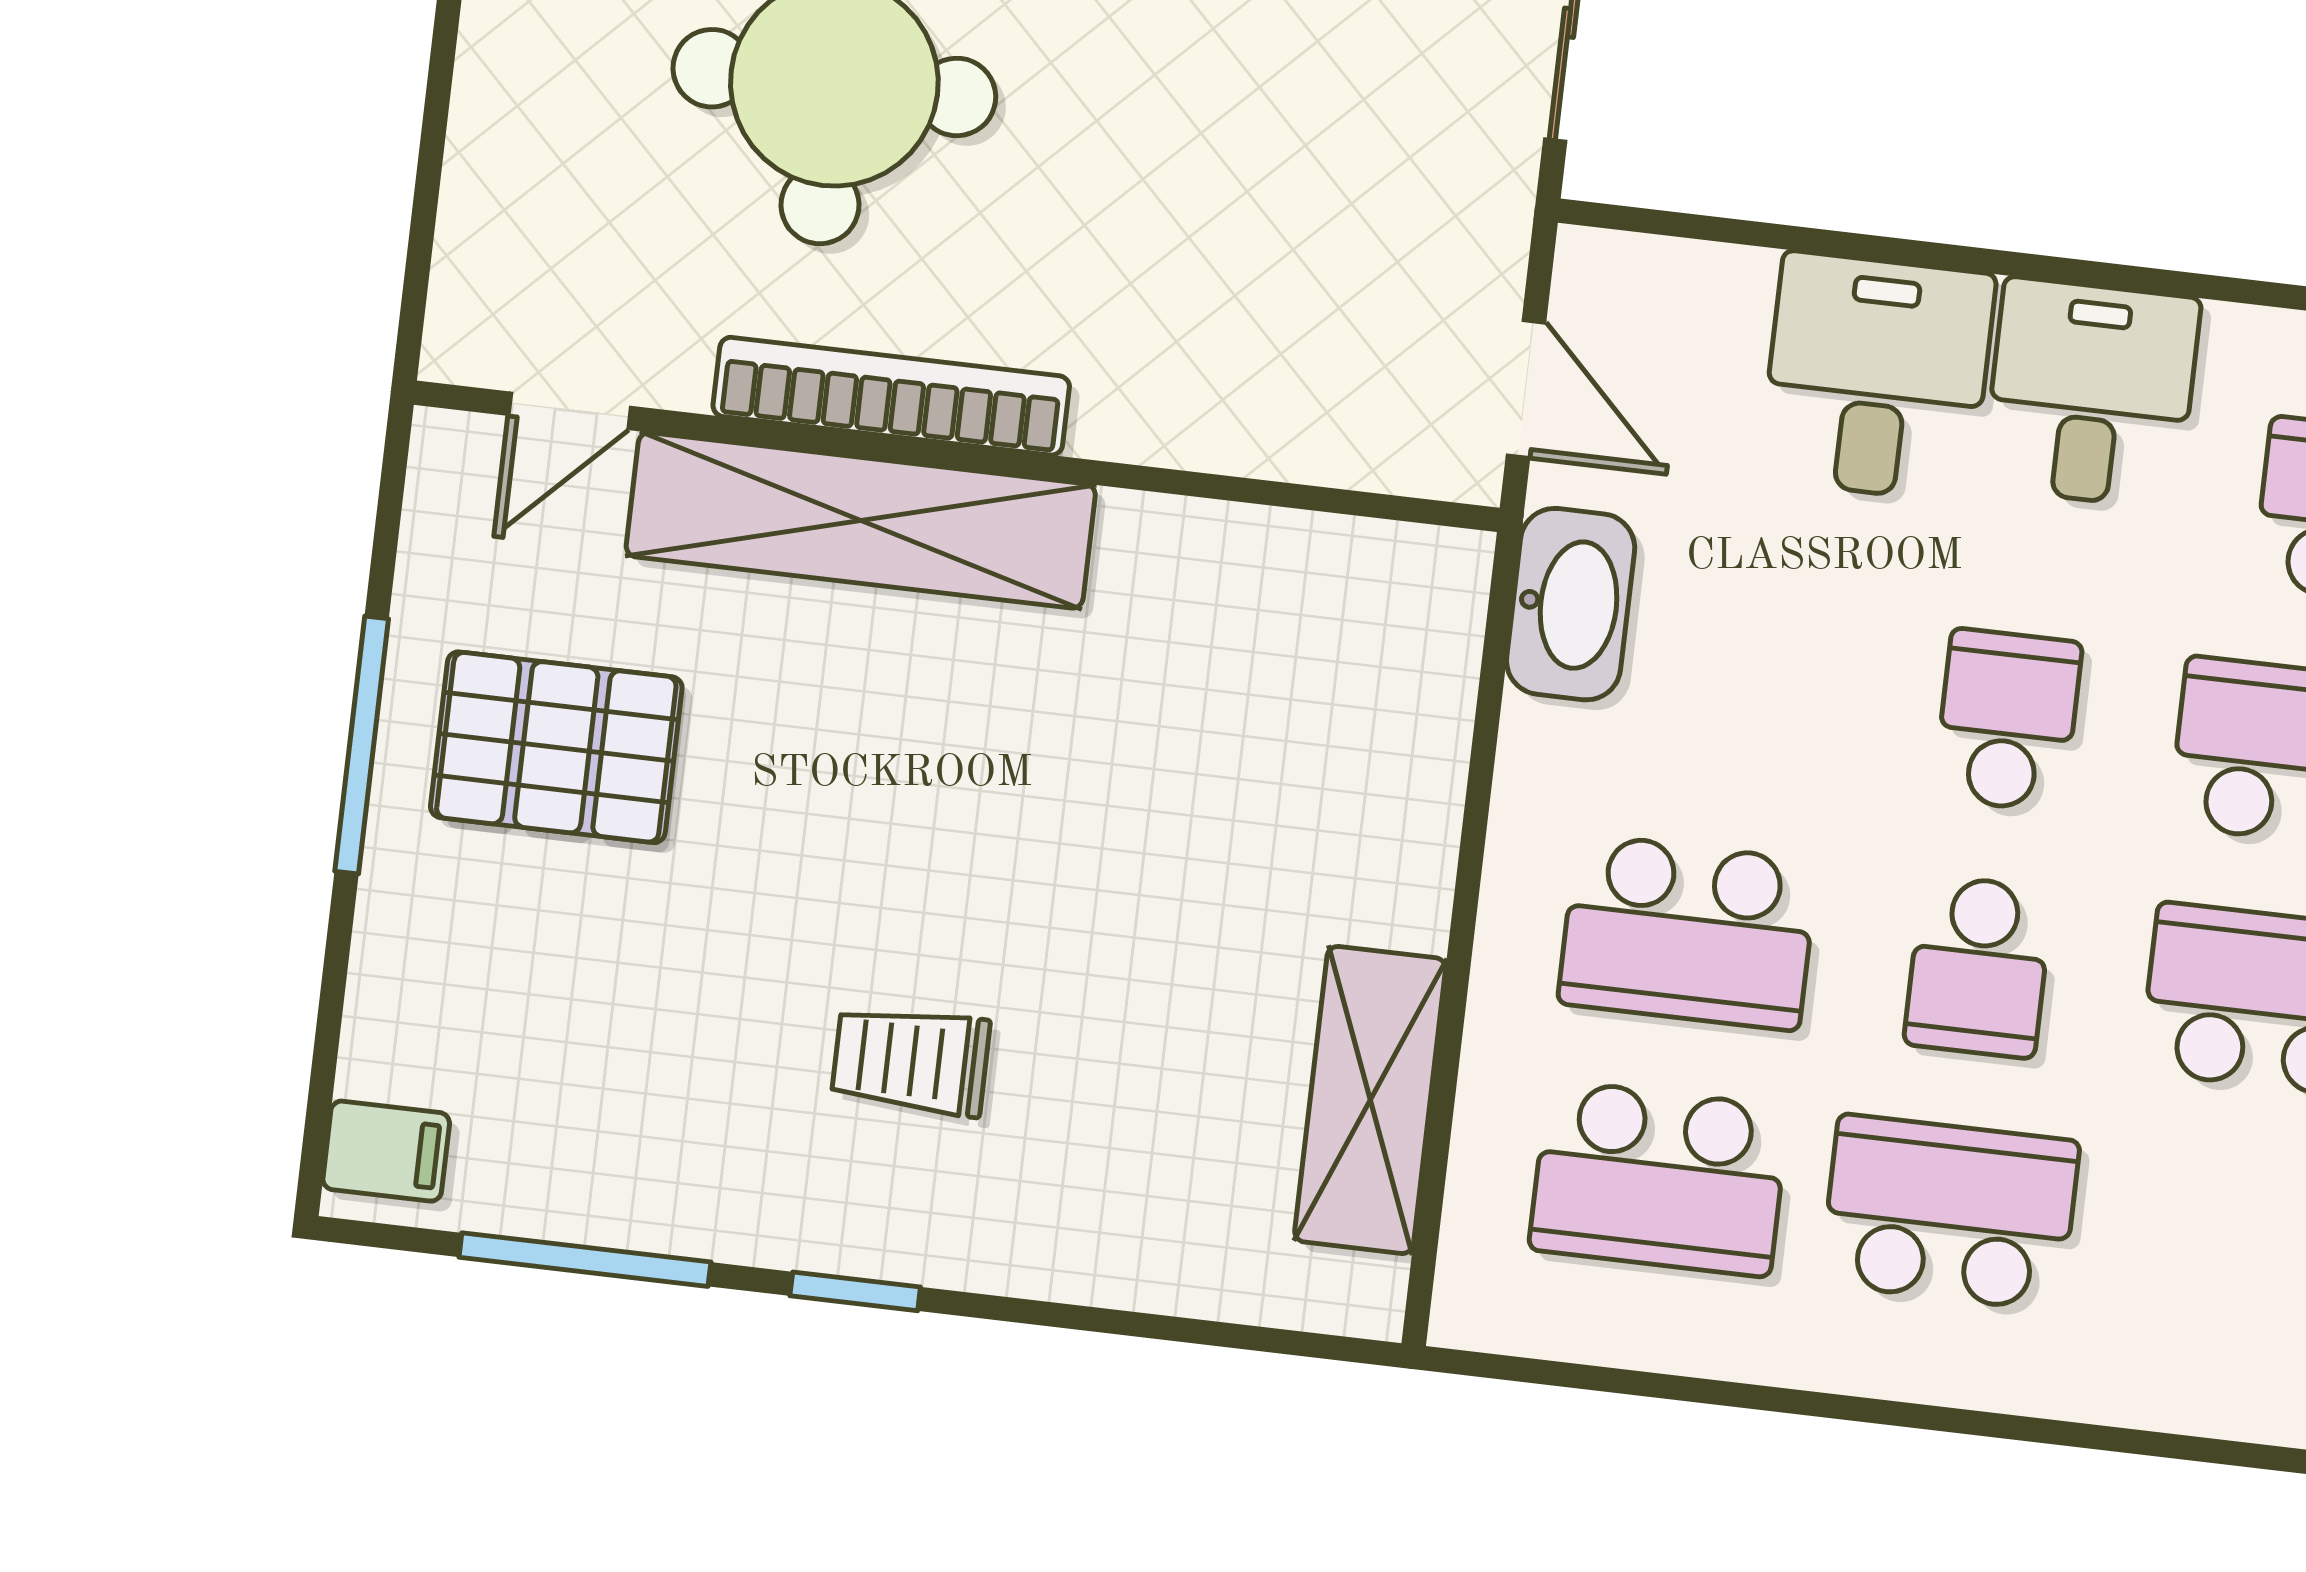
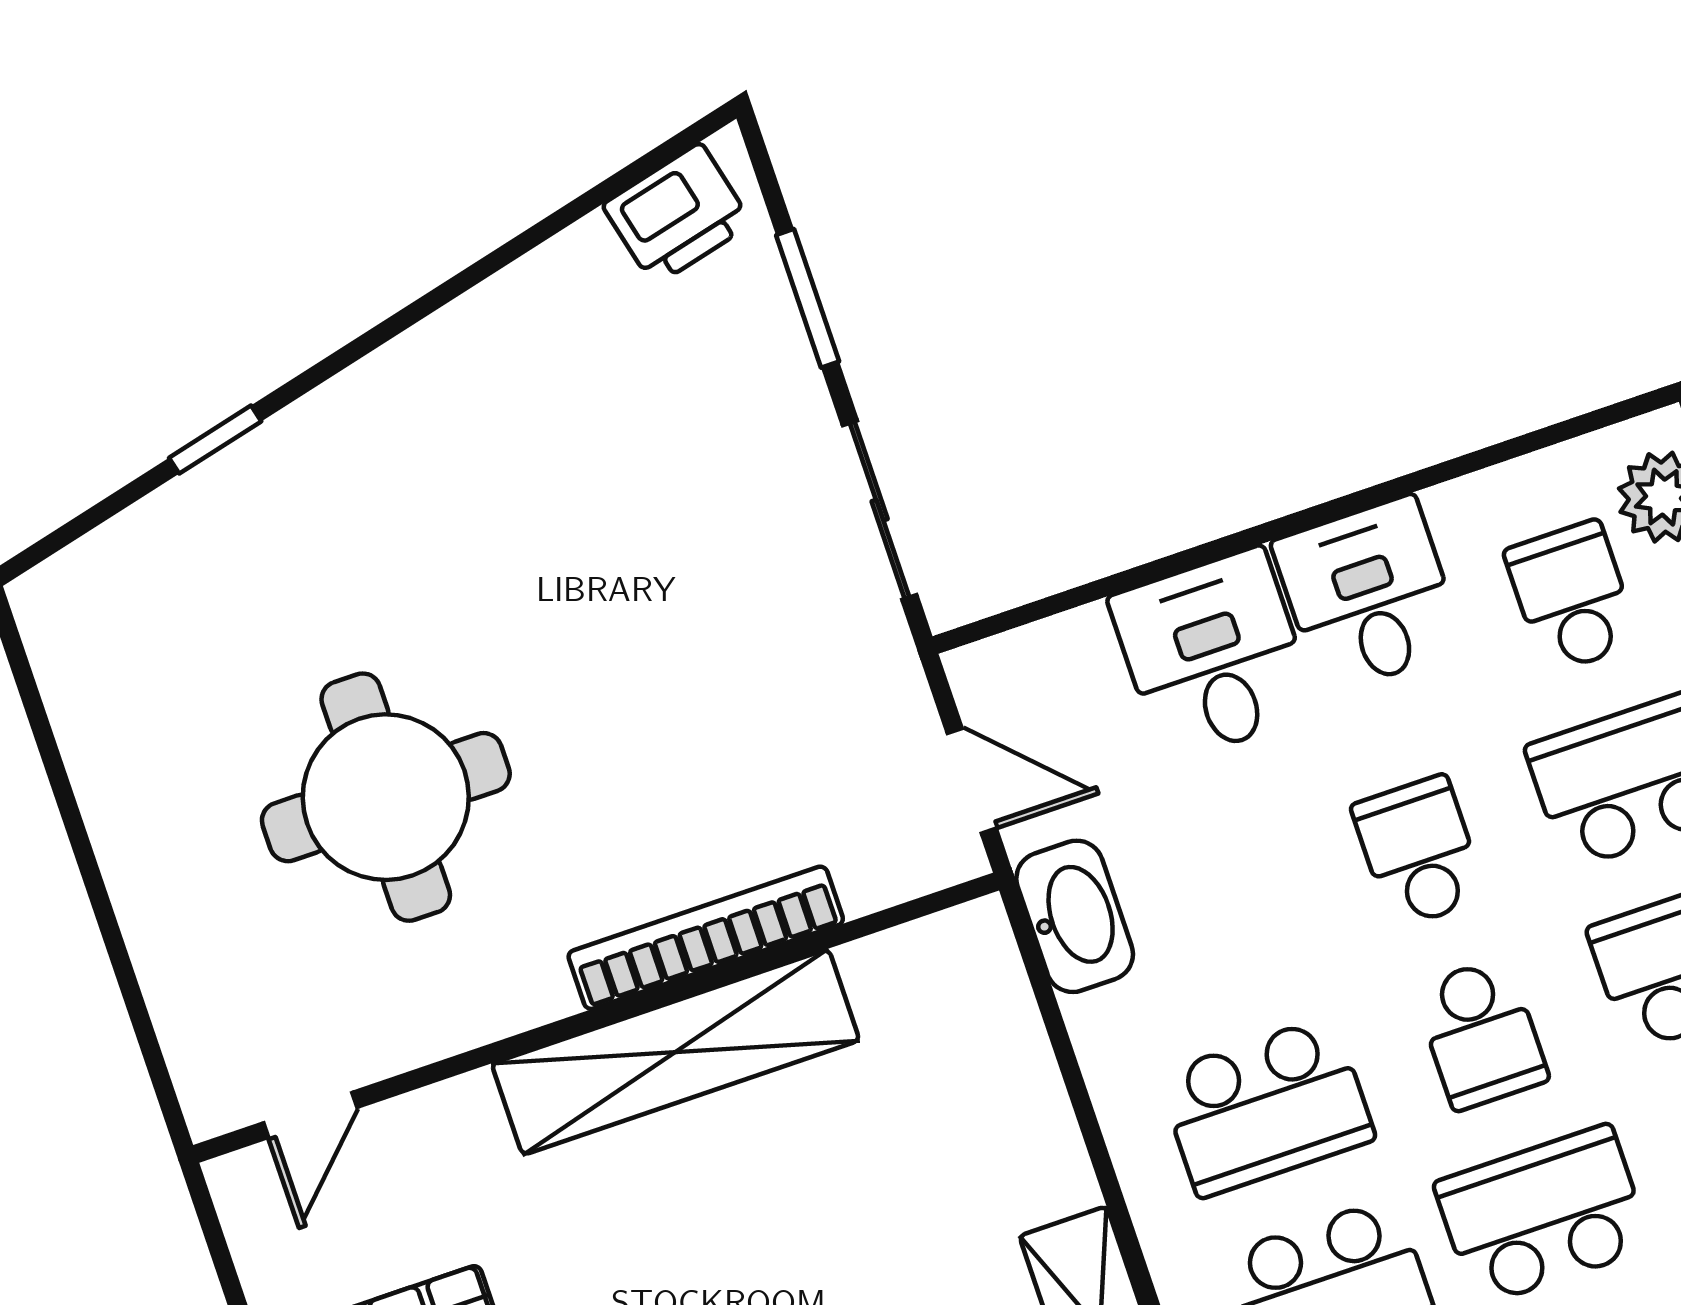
bookcase: (891, 396) -> (706, 938), moved
shelving: (861, 520) -> (676, 1052), moved

